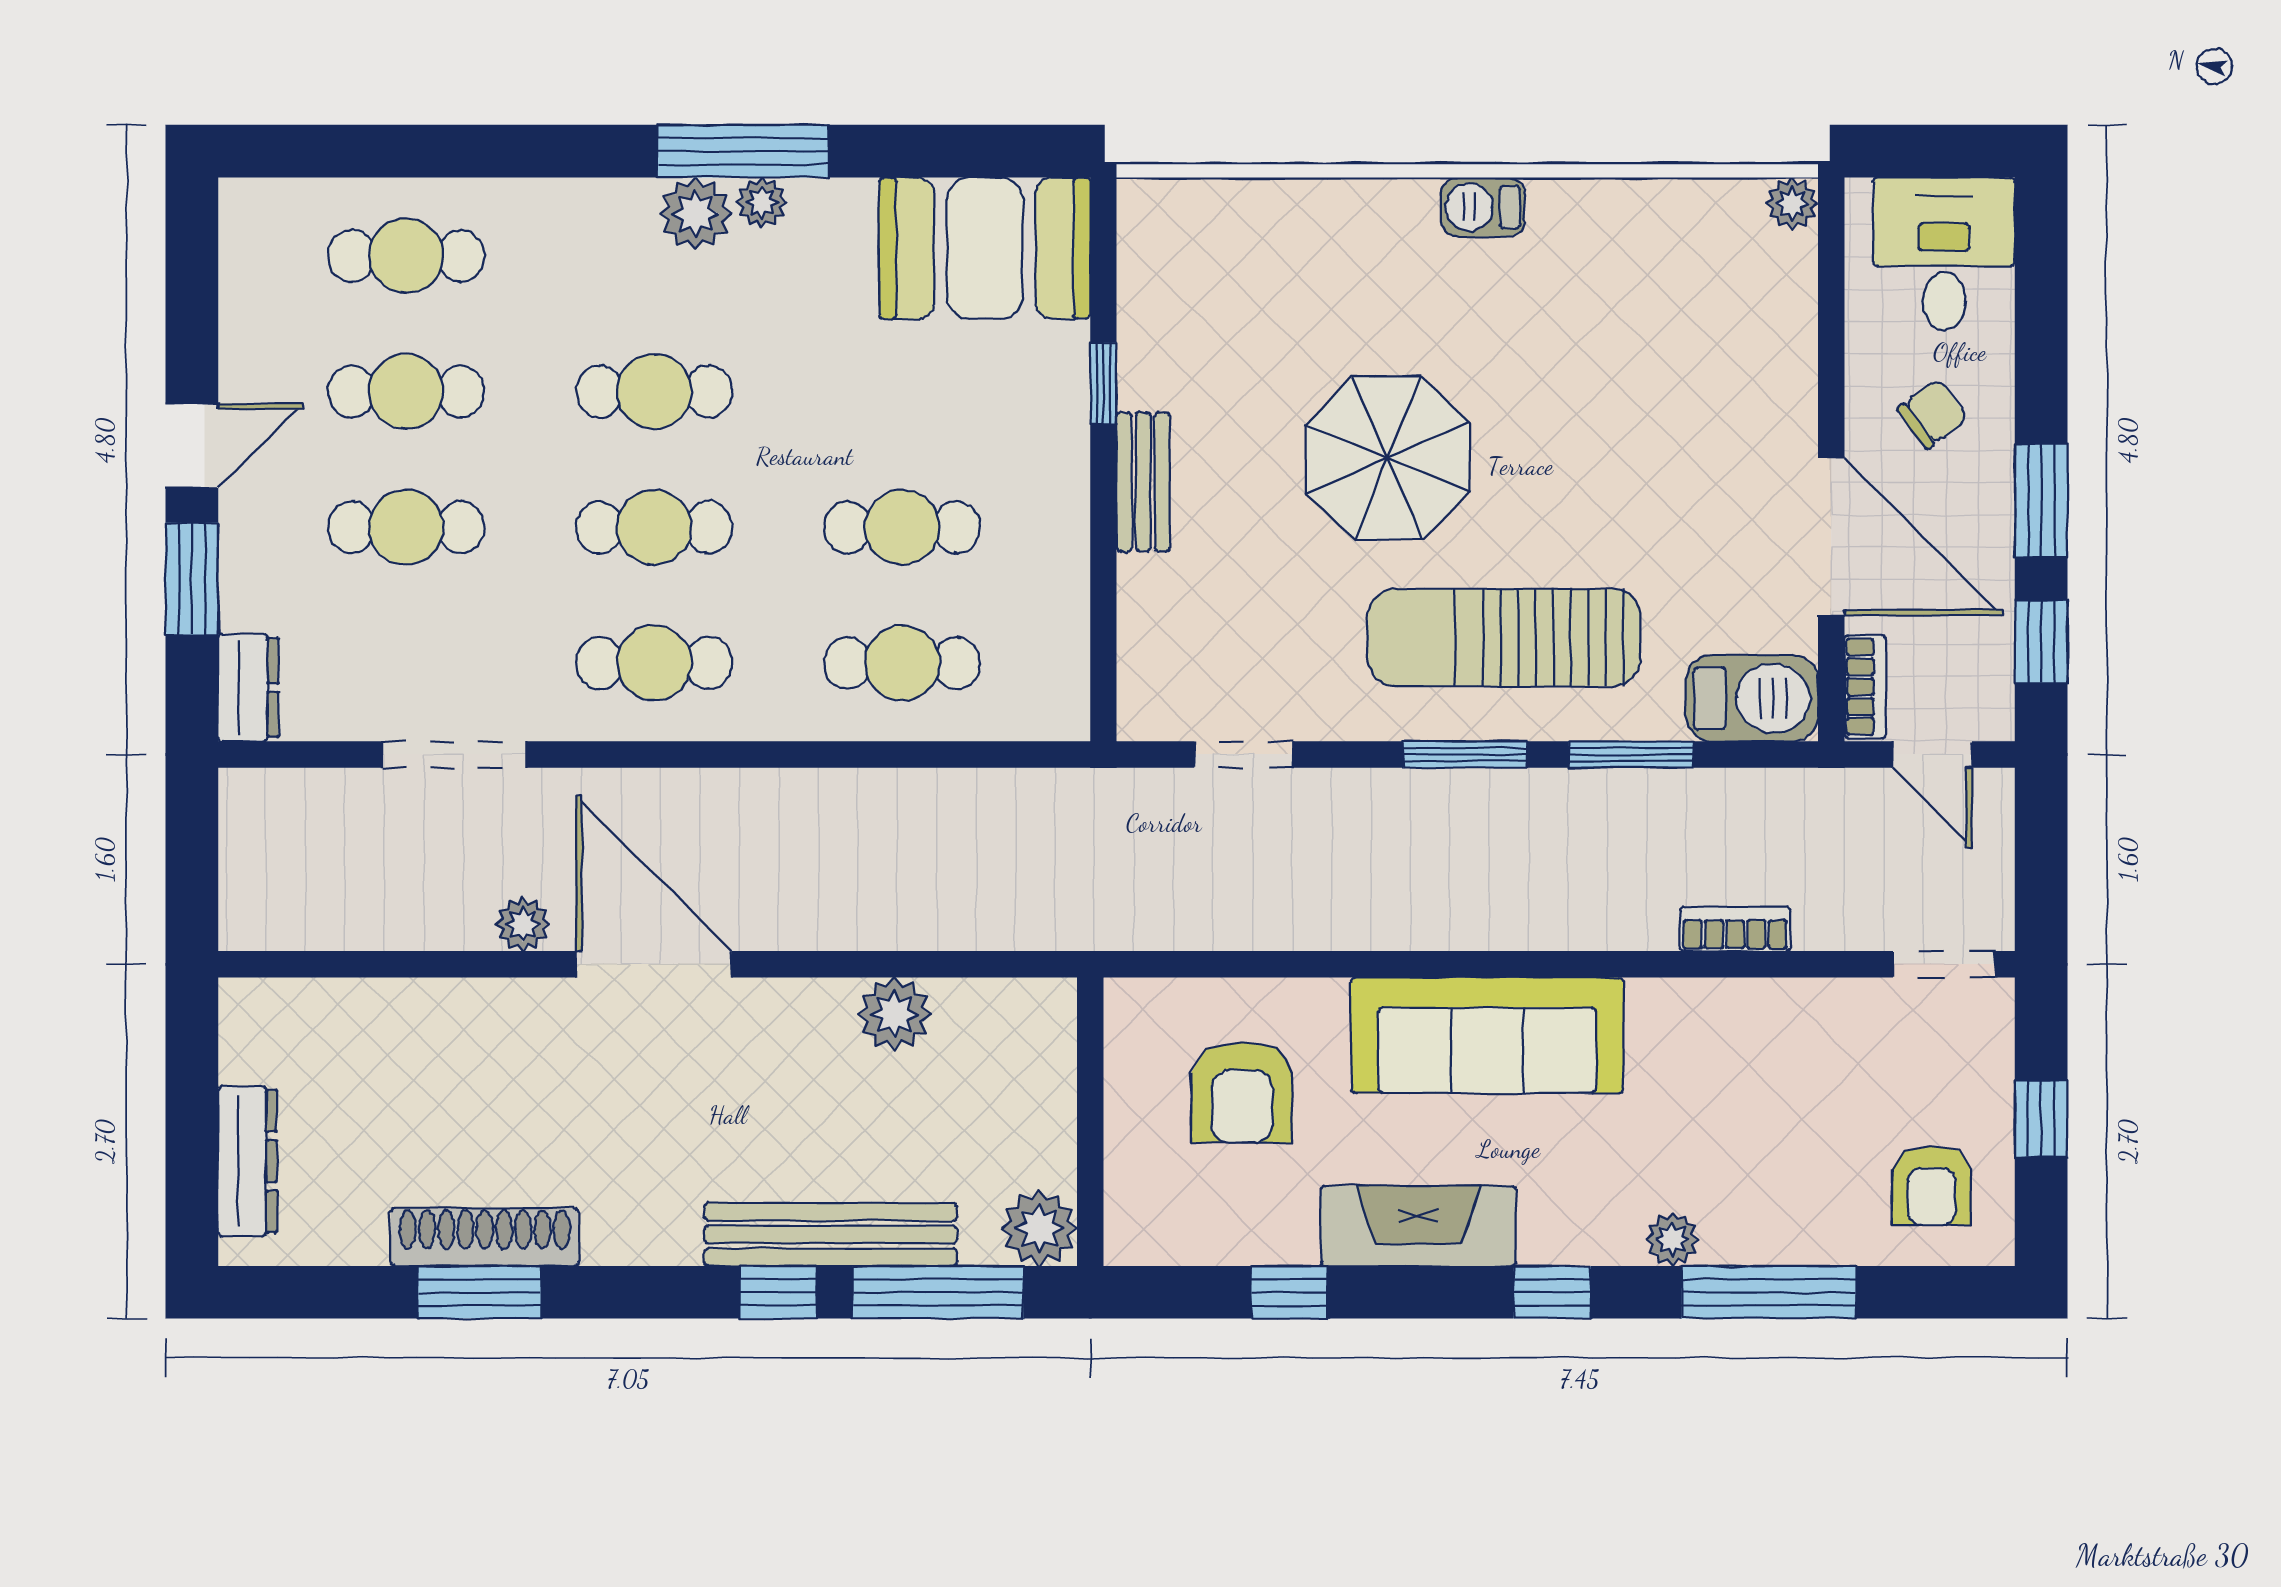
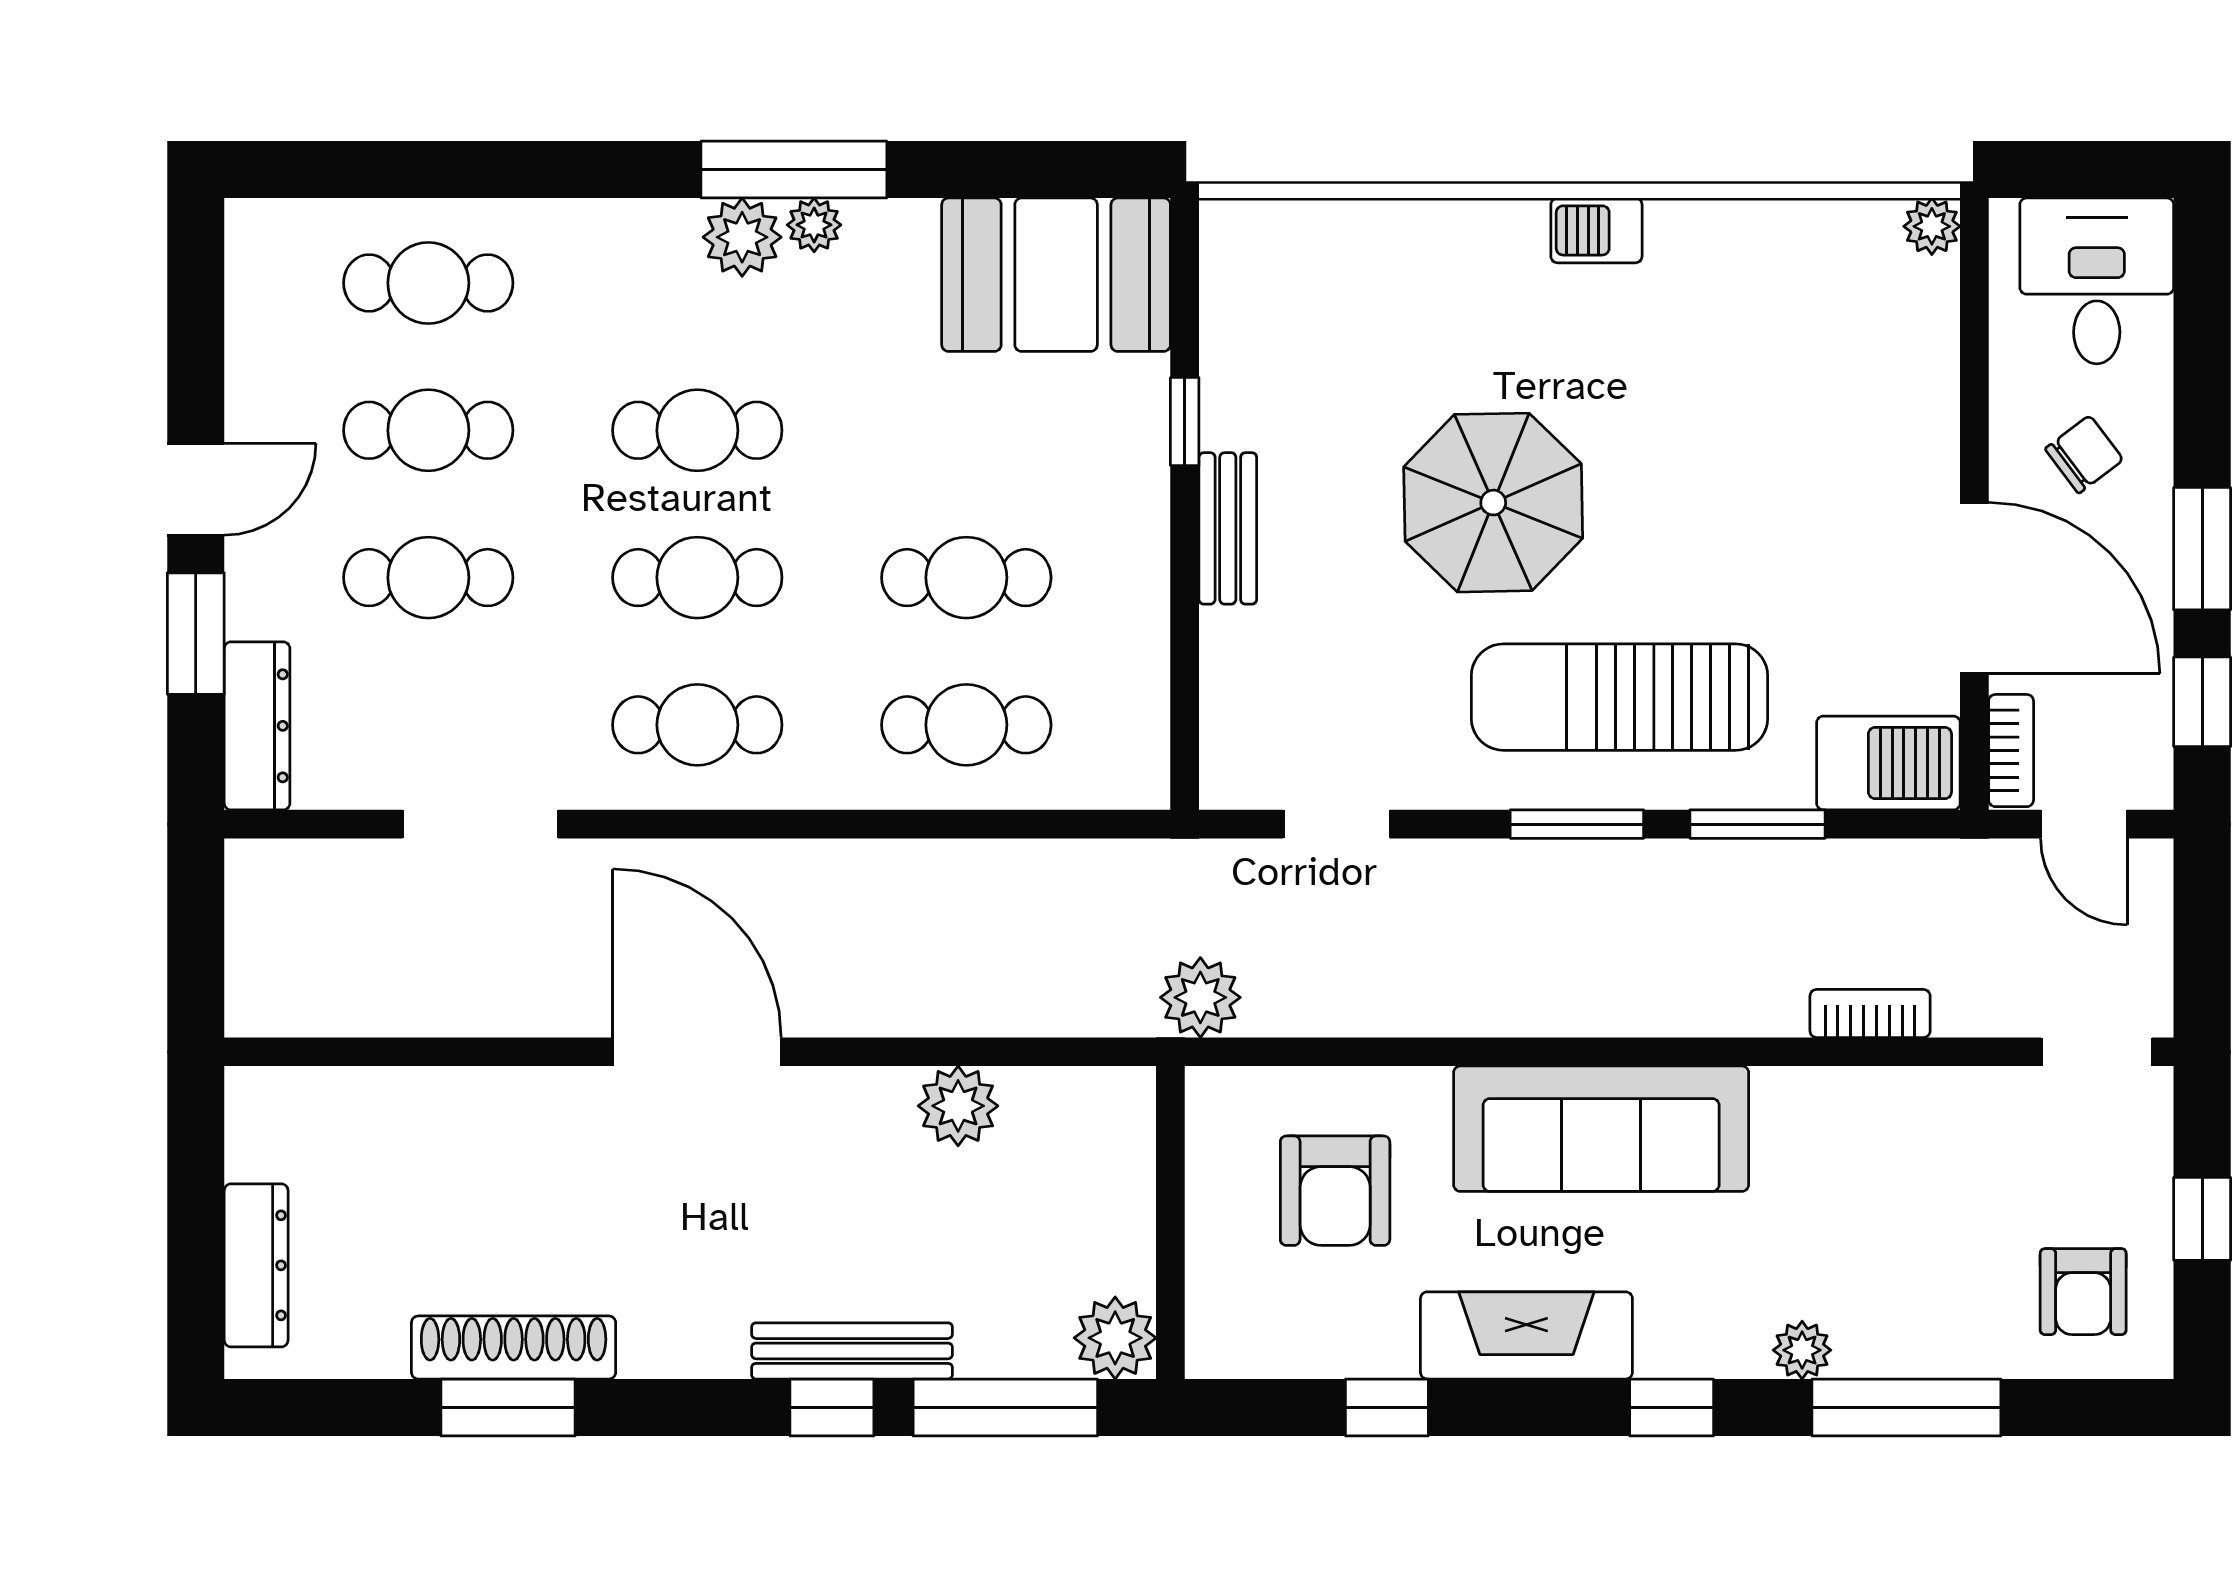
dresser: (248, 688) -> (257, 726), width x1.44
plant: (523, 924) -> (1200, 997), moved, width x1.38, depth x1.38
bench: (831, 1235) -> (852, 1351), width x0.73, depth x0.82

